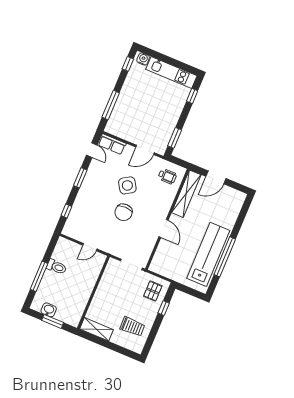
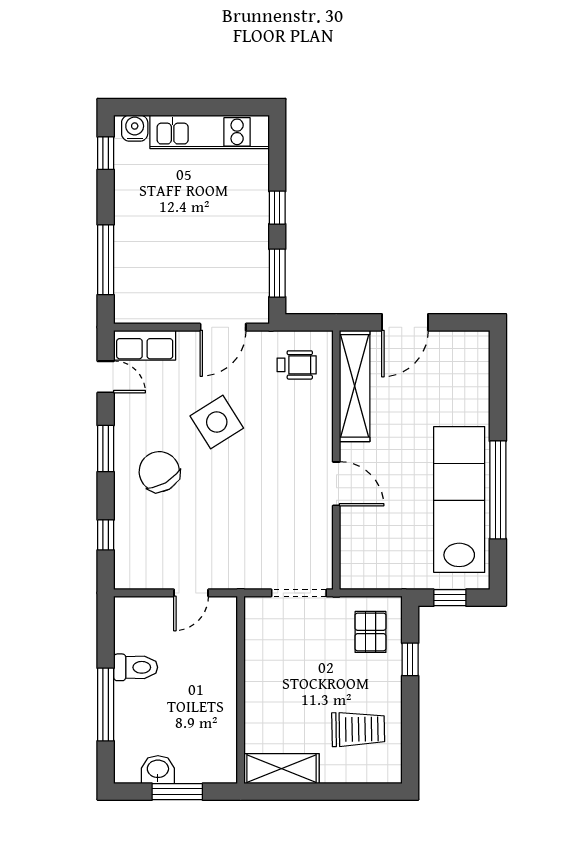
window: (192, 96) -> (277, 208), moved
chair: (124, 212) -> (159, 472), moved, turned 150
window: (189, 291) -> (450, 598), added

